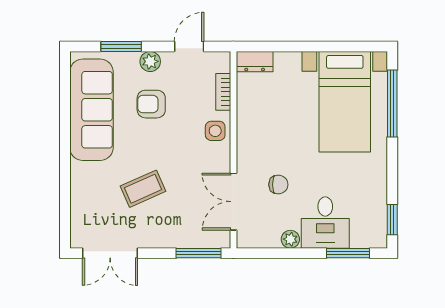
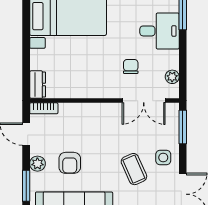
bookcase: (223, 92) -> (44, 108), moved
side table: (215, 131) -> (163, 157), moved
plant: (290, 239) -> (172, 77), moved

